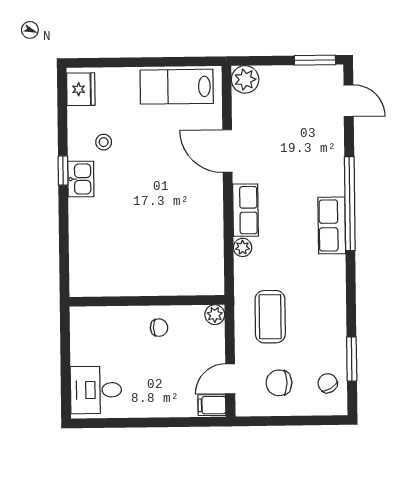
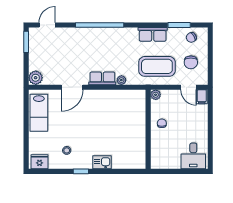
kitchen sink: (81, 179) -> (102, 162), moved
row of seats: (332, 225) -> (153, 34), moved
coffee table: (270, 317) -> (157, 66), width x1.36, depth x1.32

